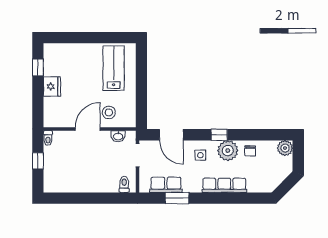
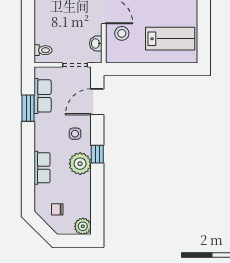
chair: (250, 151) -> (57, 209), moved
row of seats: (224, 185) -> (42, 168), width x0.68

